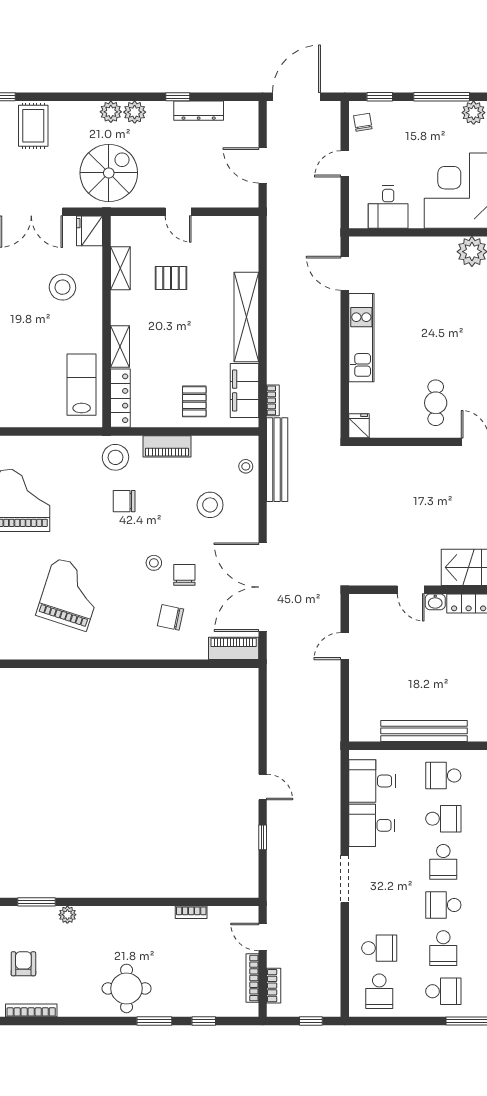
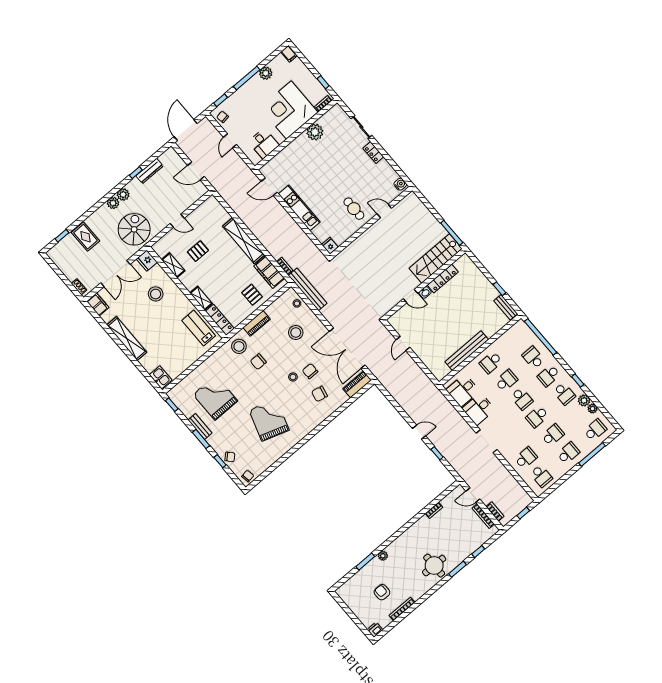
school desk: (443, 948) -> (553, 435), turned -90

